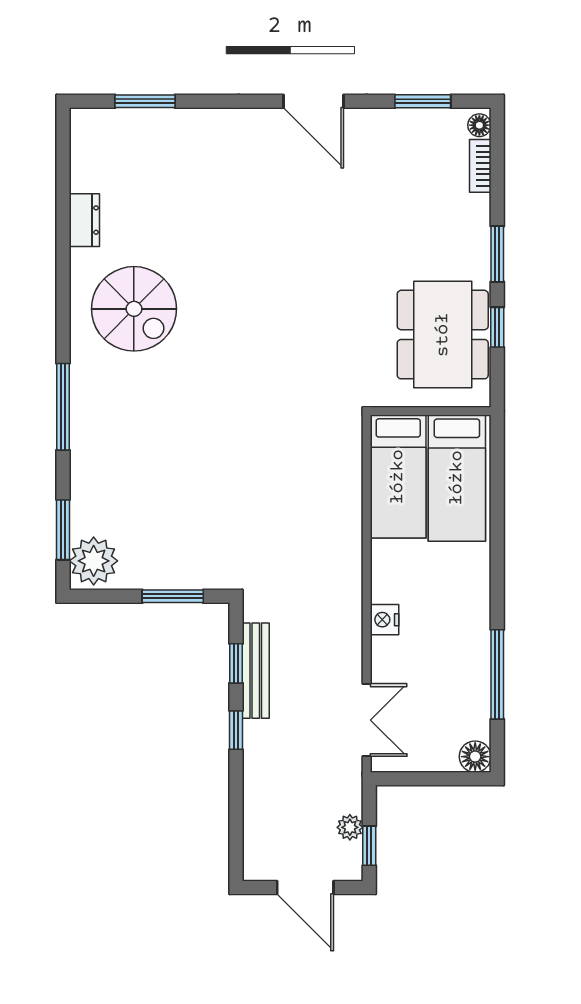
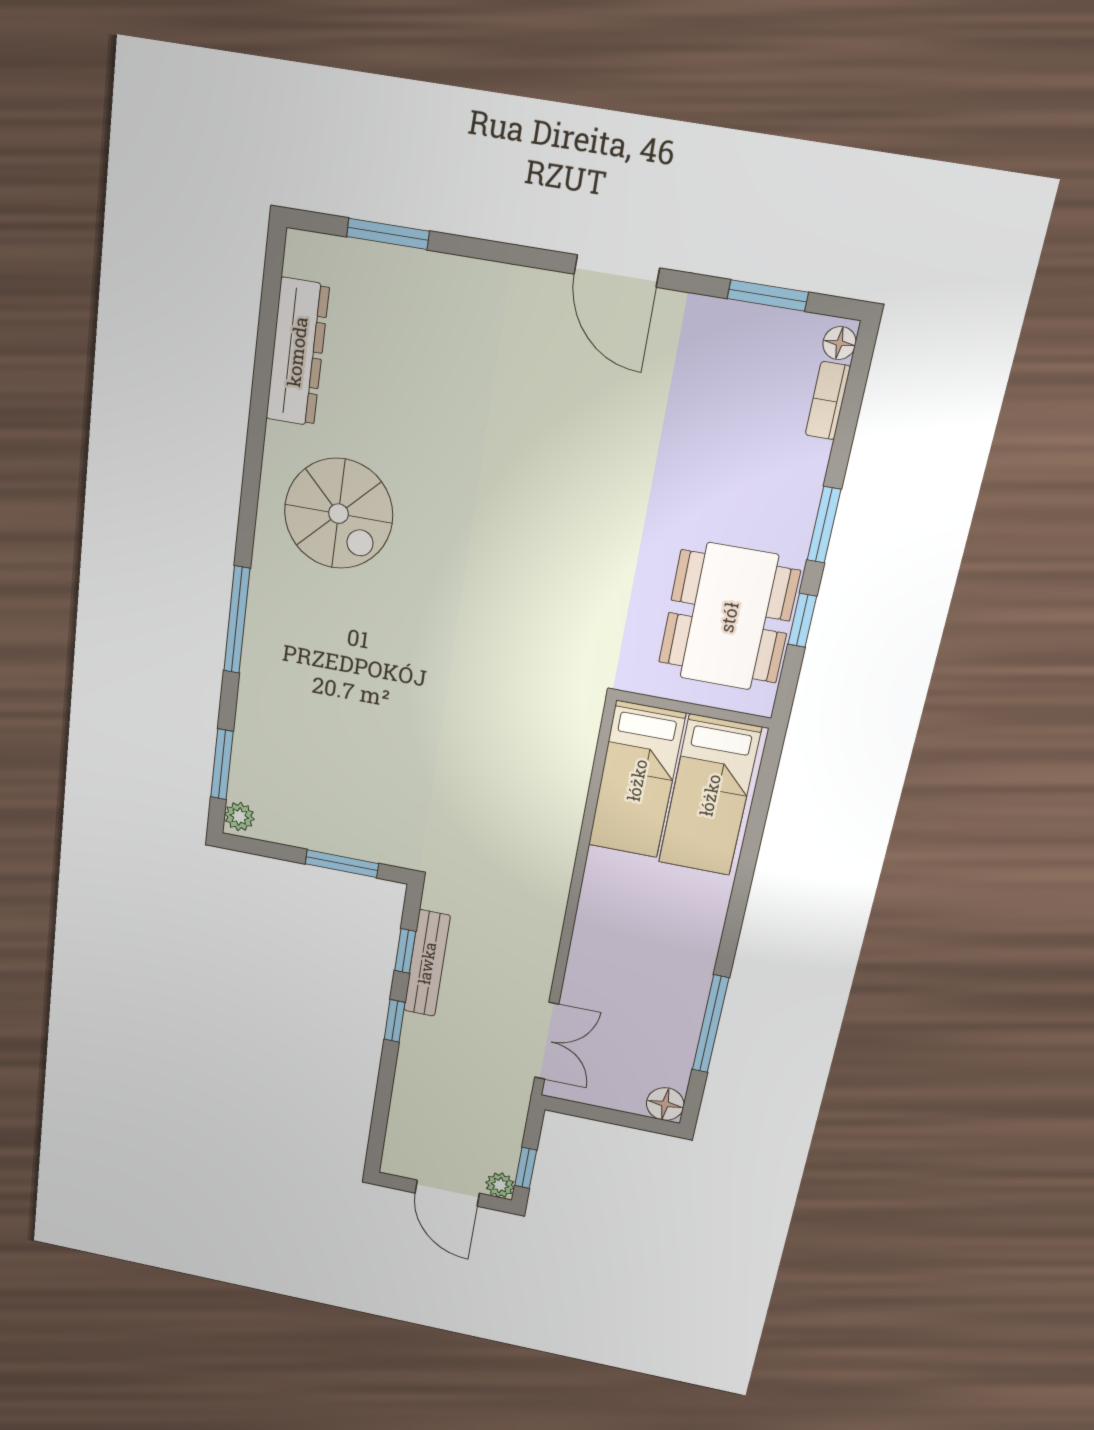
dresser: (84, 220) -> (297, 352), width x1.96, depth x1.24
plant: (94, 561) -> (239, 817), width x0.53, depth x0.53
nightstand: (385, 620) -> (588, 938), removed
plant: (350, 827) -> (500, 1185), moved

